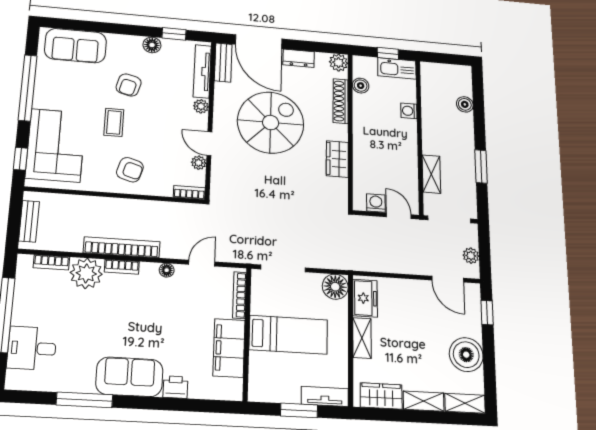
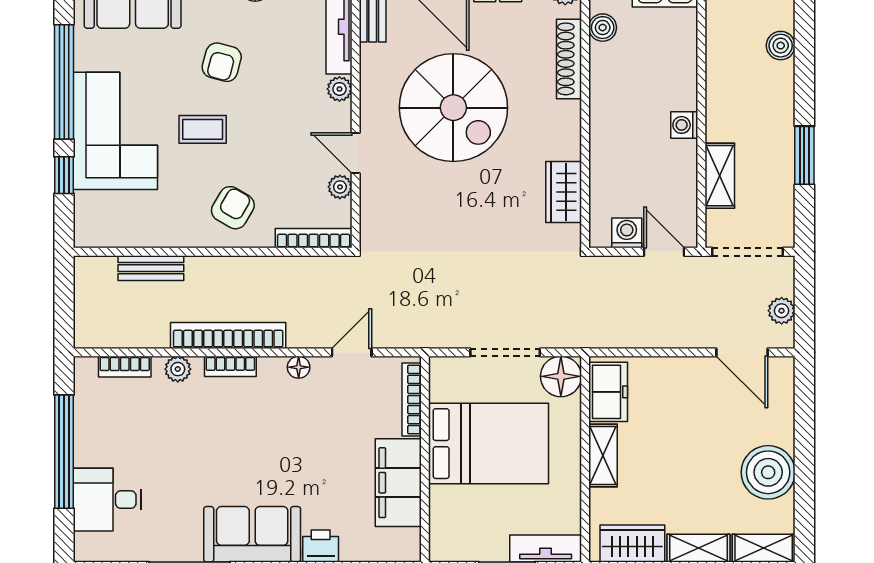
washing machine: (409, 111) -> (684, 125), moved
coffee table: (114, 122) -> (203, 129), turned 90
spiral stairs: (271, 123) -> (453, 108), turned 90
corner sofa: (56, 145) -> (115, 131), moved
window: (21, 159) -> (64, 175), moved
wardrobe: (337, 159) -> (564, 192), moved
armchair: (130, 170) -> (233, 208), turned -77
bookcase: (189, 192) -> (314, 238), width x1.56
bench: (29, 221) -> (151, 268), moved, turned 90
doorway: (283, 268) -> (505, 352), moved
plant: (86, 273) -> (178, 369), width x0.53, depth x0.53
window: (487, 313) -> (804, 403), removed
bed: (288, 335) -> (488, 444), width x1.50

